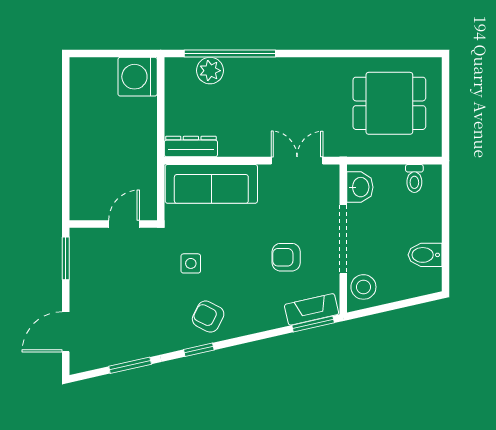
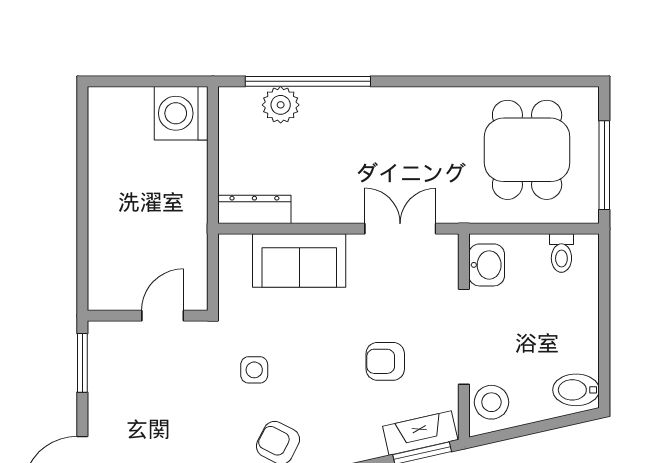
dining table: (389, 103) -> (527, 150), turned 90
window: (446, 114) -> (604, 165), added
sofa: (211, 184) -> (299, 261), width x0.73
bidet: (425, 255) -> (576, 390), moved

